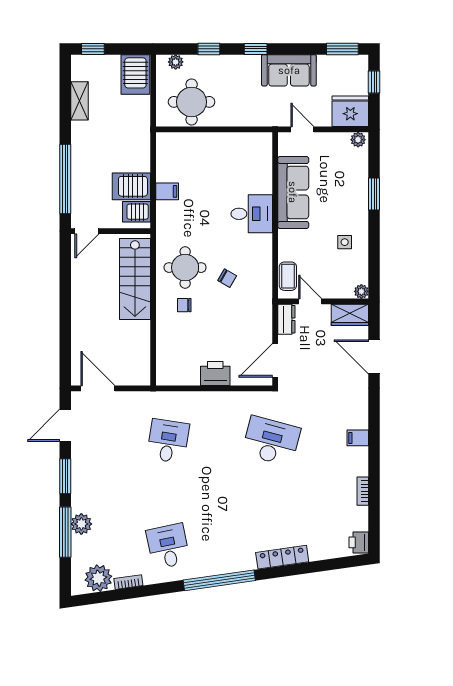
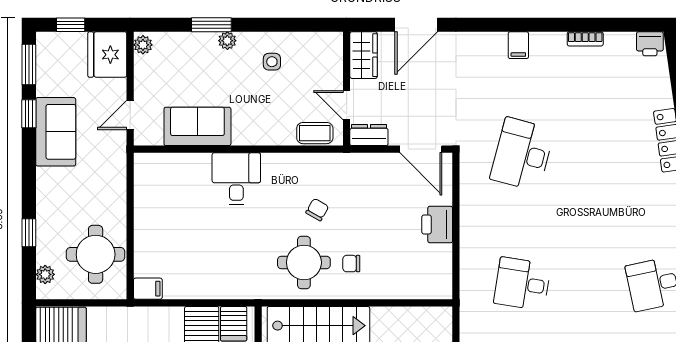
window: (256, 49) -> (29, 114), moved
filing cabinet: (167, 191) -> (148, 289), moved, turned 90
sofa: (293, 192) -> (197, 126), width x0.73
plant: (361, 291) -> (227, 41), moved
door: (310, 301) -> (347, 105), hinge flipped
chair: (184, 305) -> (351, 264), turned 90

